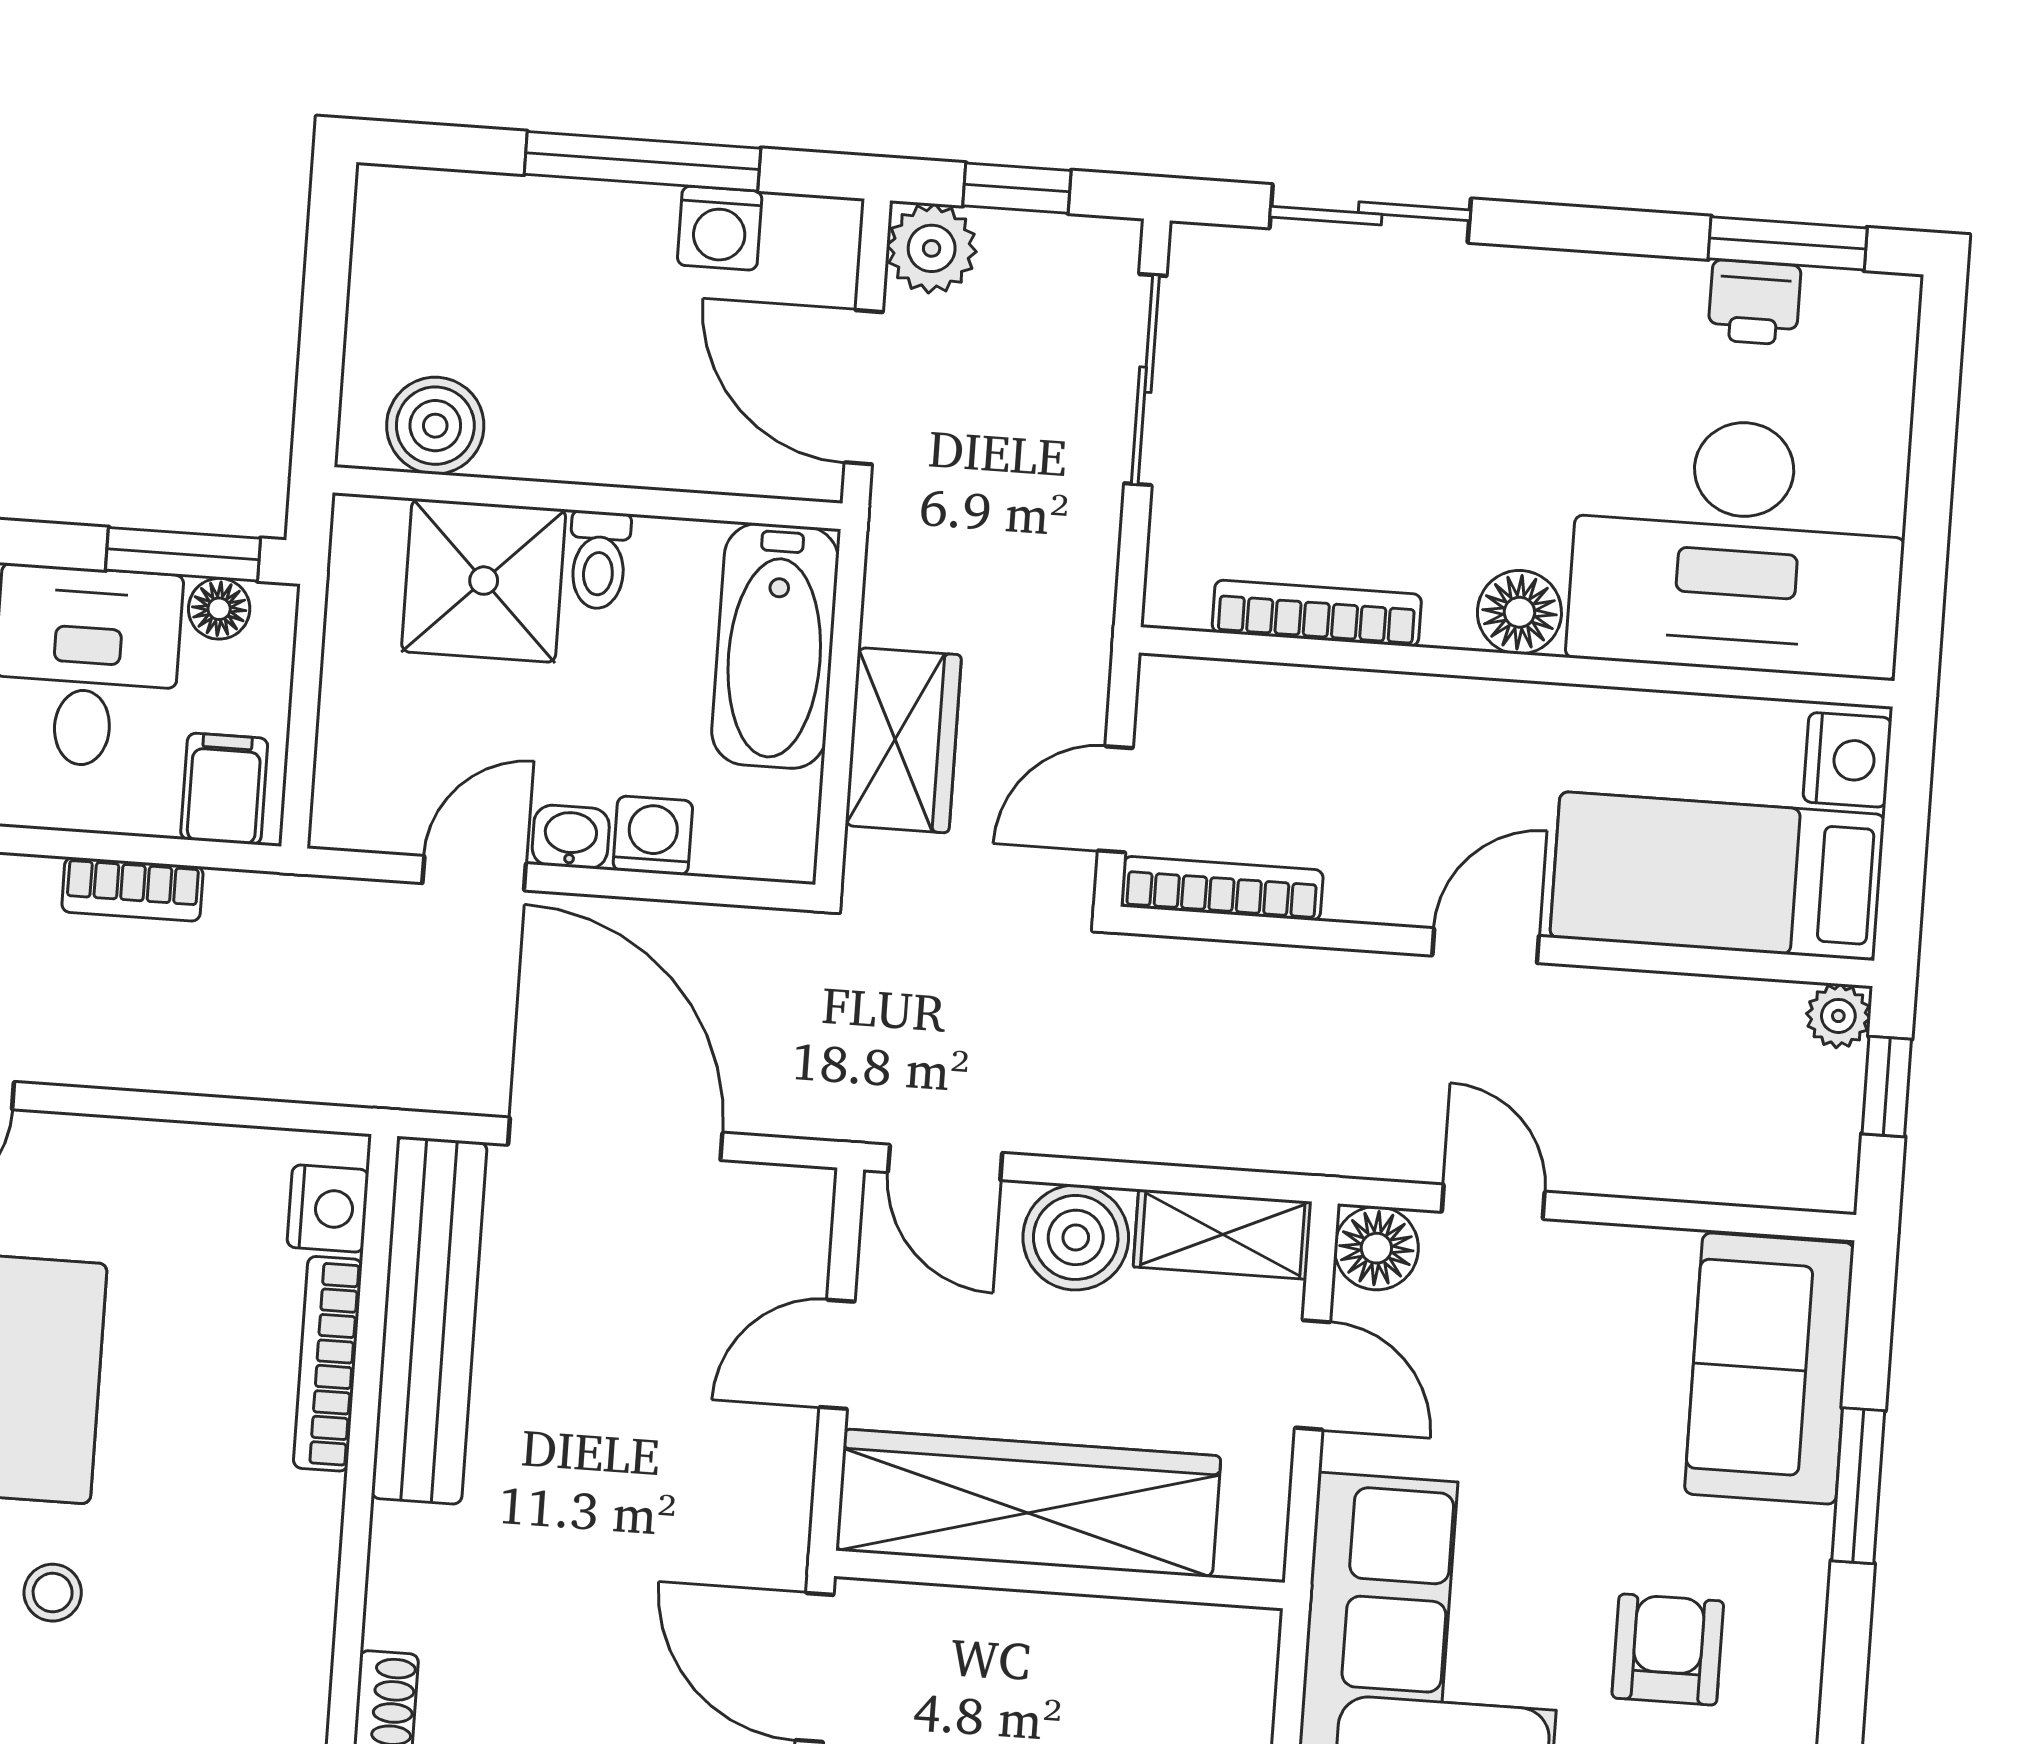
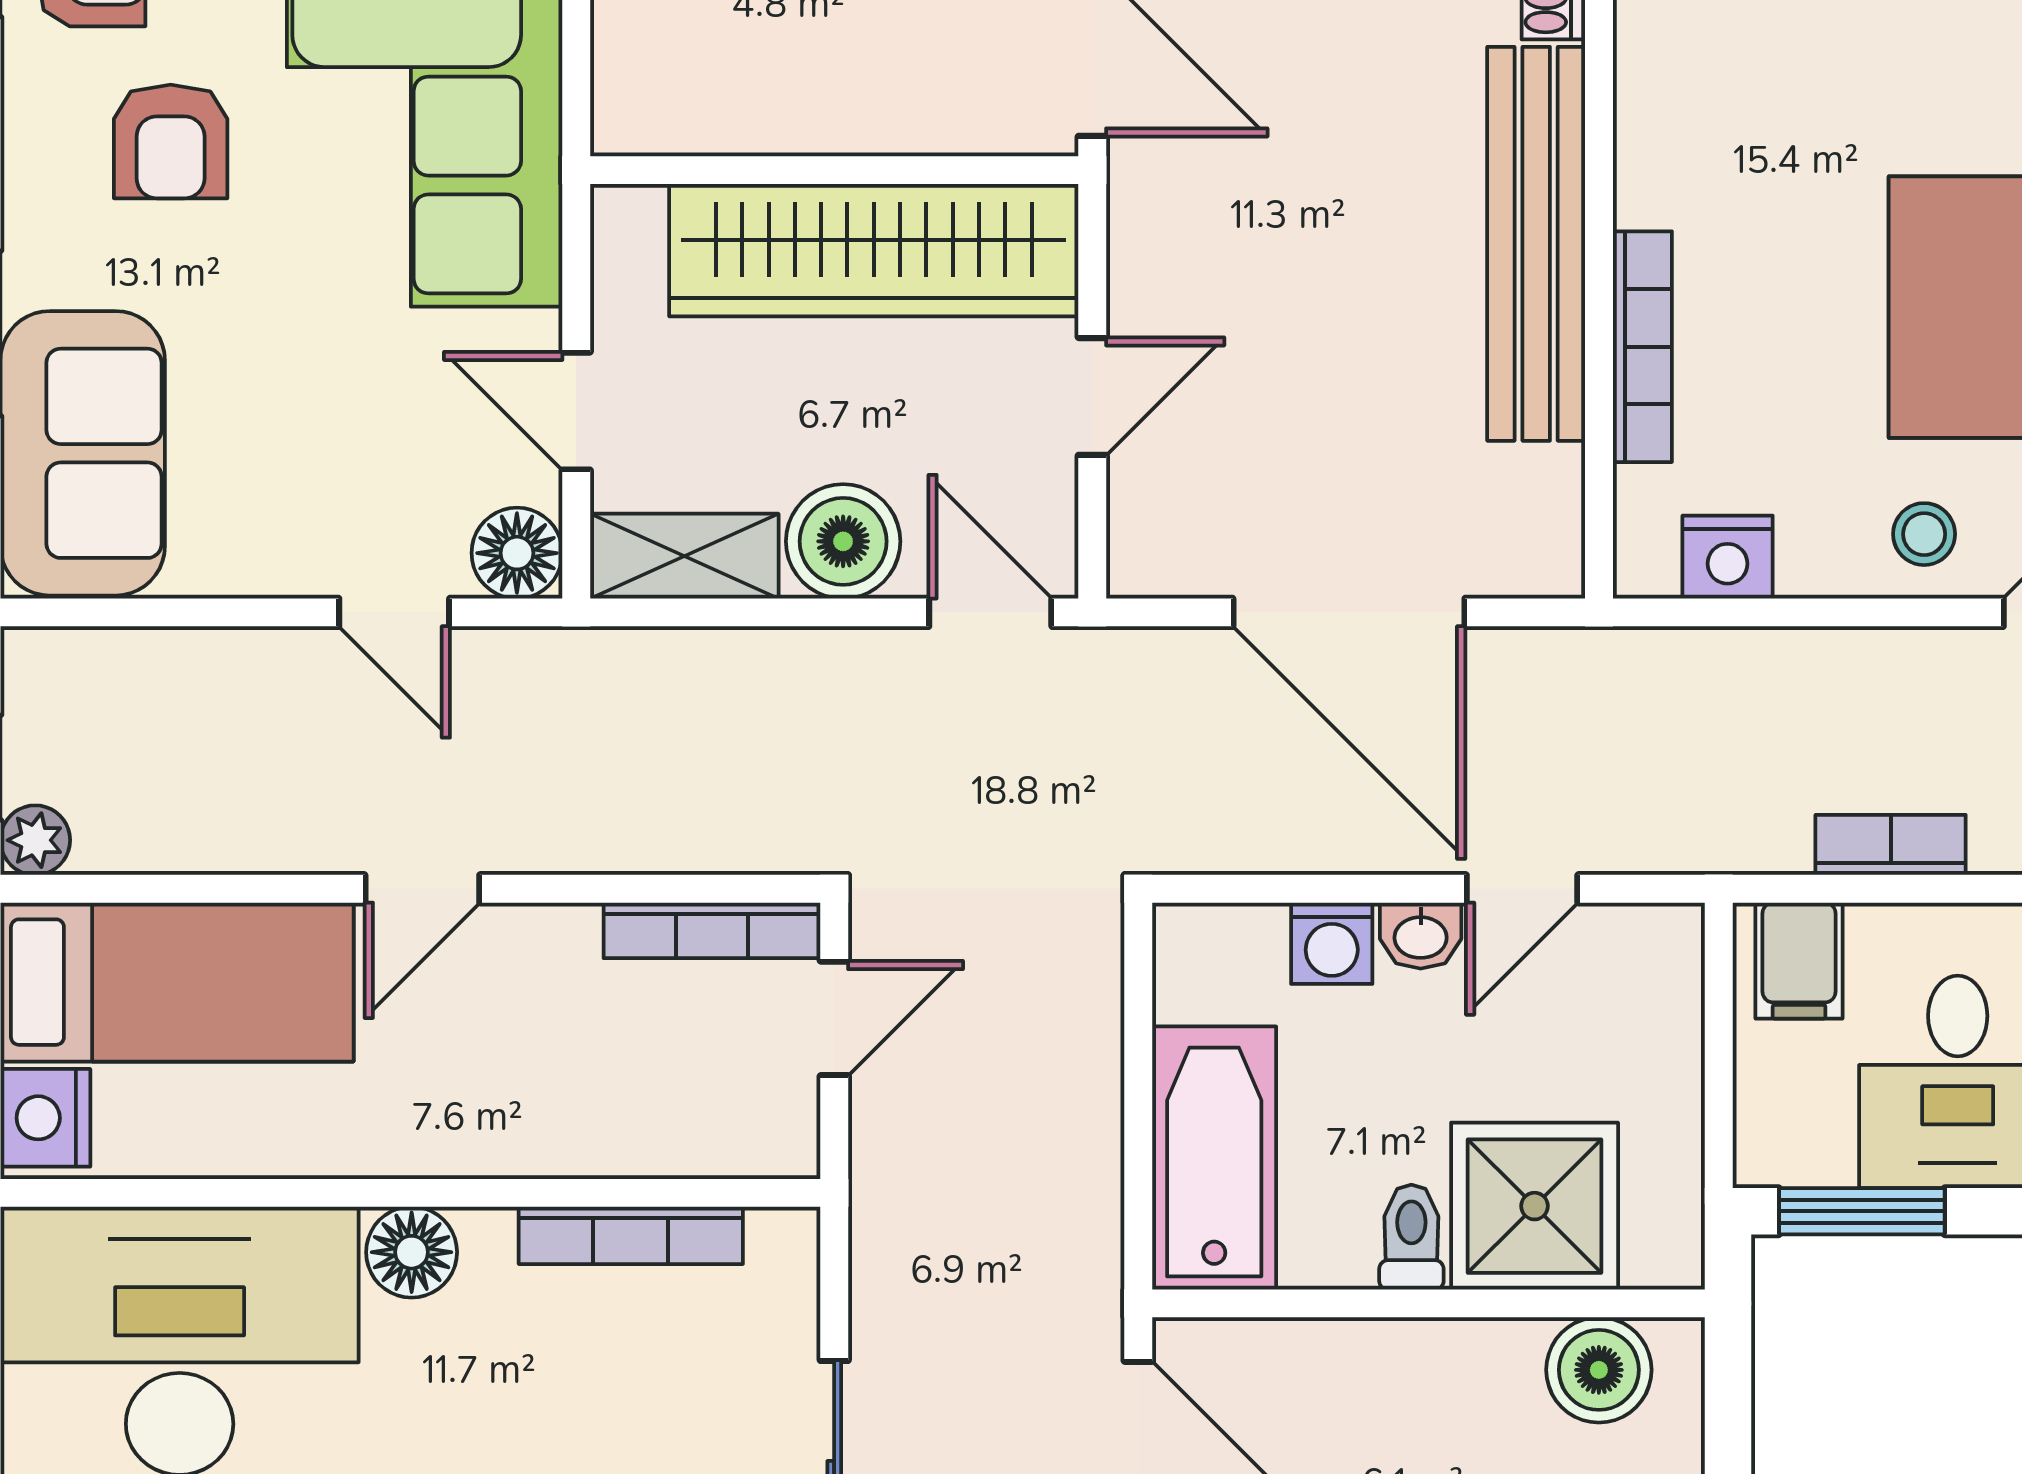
floor lamp: (219, 609) -> (1819, 1155), removed
wardrobe: (903, 740) -> (1068, 1066), removed
nightstand: (328, 1209) -> (1728, 557), moved, turned -90
bench: (429, 1320) -> (1536, 244), moved
stool: (53, 1593) -> (1924, 534), moved

